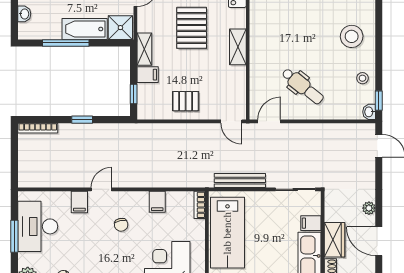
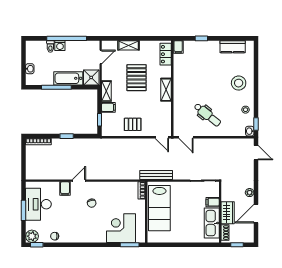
door: (269, 121) -> (186, 137), swing flipped
bench: (240, 181) -> (156, 175), moved
filing cabinet: (157, 202) -> (115, 188), removed
door: (379, 241) -> (256, 214), hinge flipped

